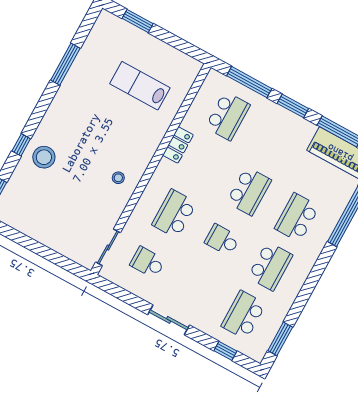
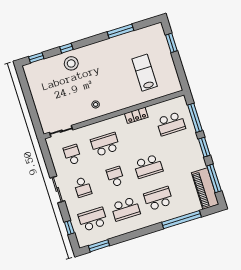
school desk: (196, 289) -> (83, 187), added

